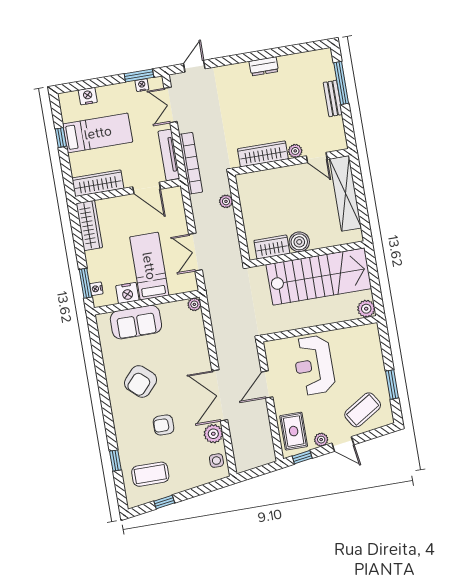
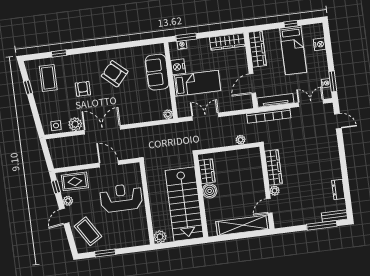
dresser: (264, 66) -> (338, 189), moved
bench: (333, 99) -> (334, 216), moved

